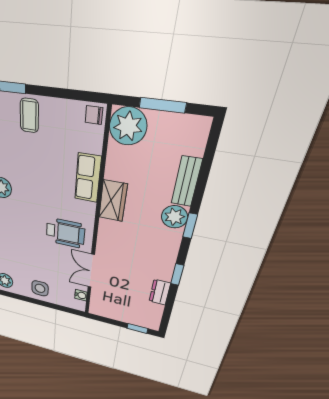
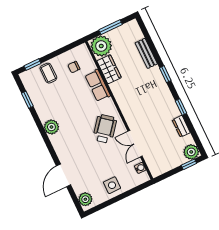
chair: (94, 115) -> (74, 67), moved
wardrobe: (113, 201) -> (109, 69), moved
plant: (174, 217) -> (191, 152), moved
wheelchair: (65, 233) -> (105, 129), turned -51

